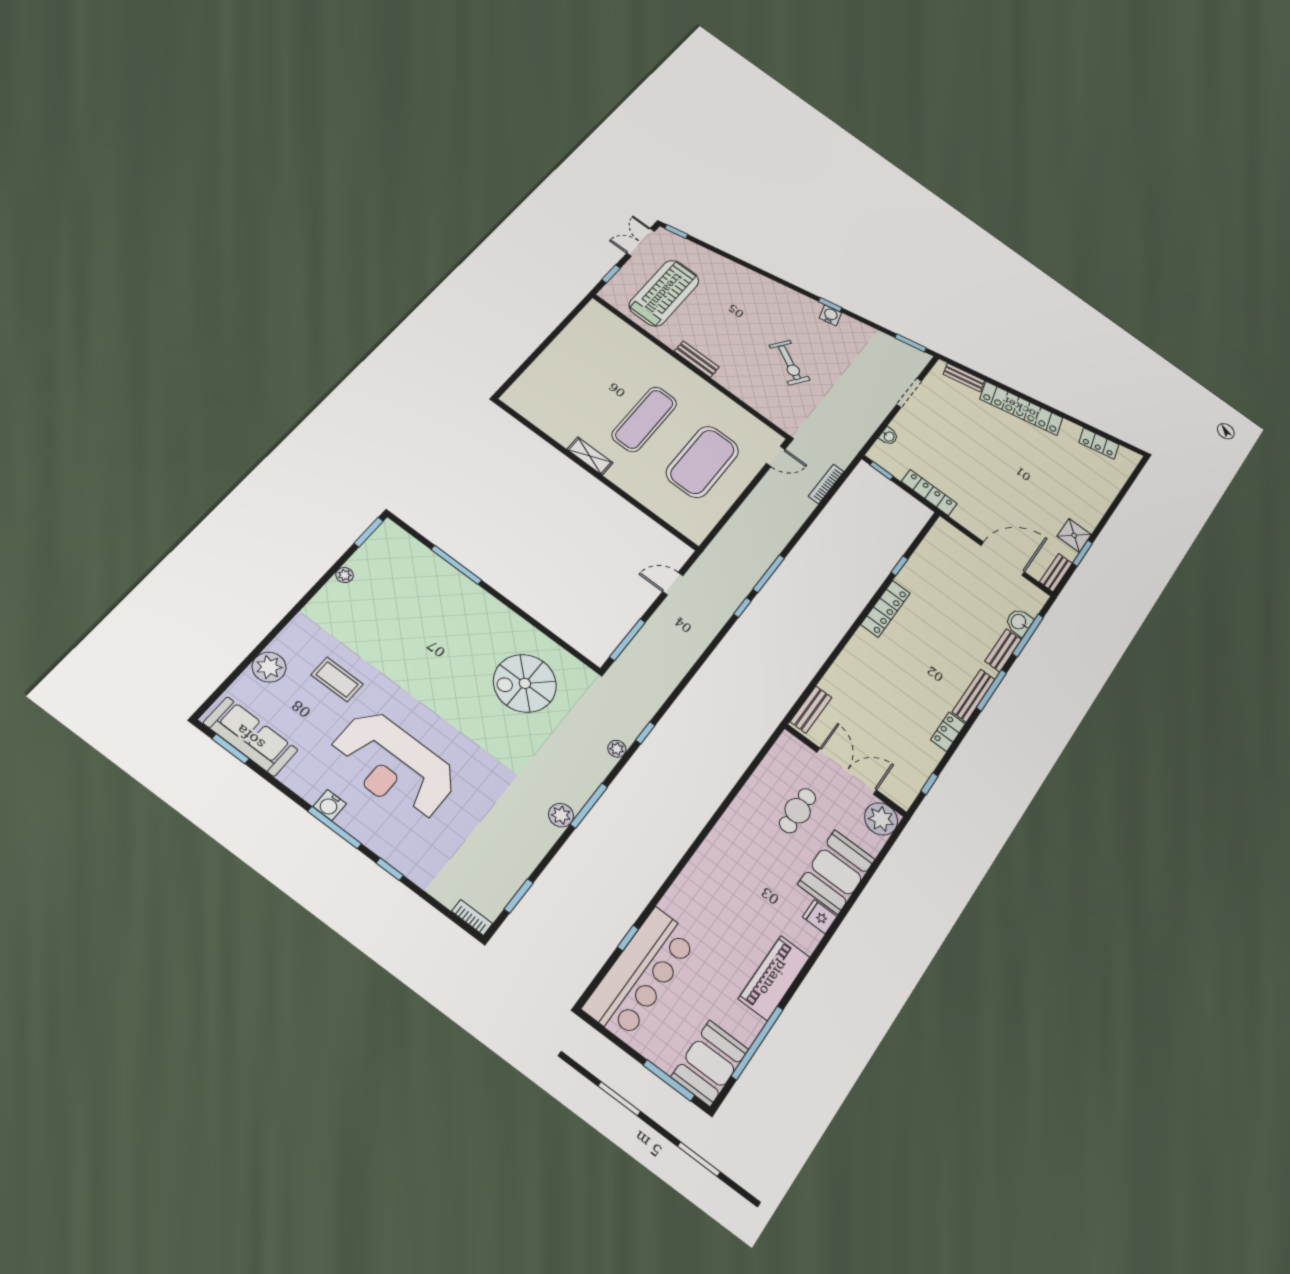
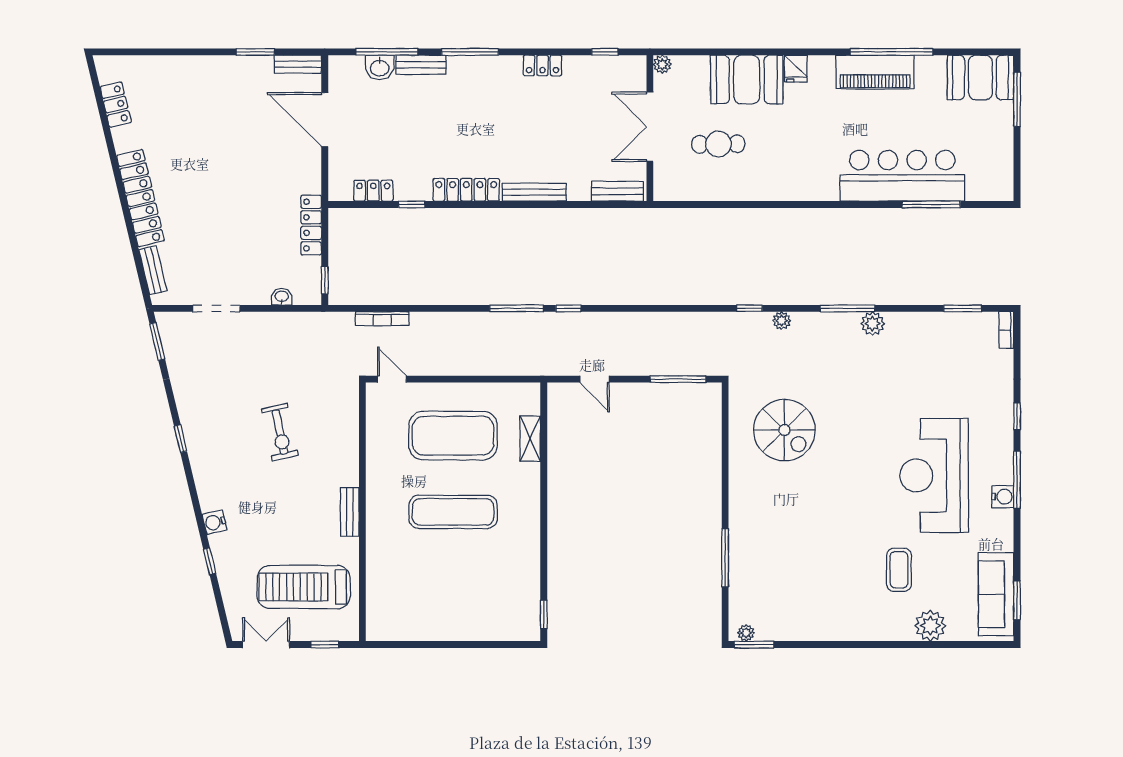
window: (676, 231) -> (210, 561), moved
double door: (641, 242) -> (266, 645), swing flipped
water cooler: (830, 315) -> (215, 522), moved
exercise bike: (789, 363) -> (280, 432), turned 136
window: (517, 416) -> (544, 614), added
shelving: (590, 456) -> (530, 439), moved
shower: (1074, 535) -> (242, 70), removed
locker: (927, 549) -> (373, 191), added
plant: (345, 575) -> (746, 633), moved
bench: (974, 696) -> (534, 192), moved
reception desk: (394, 765) -> (934, 476), turned 180
plant: (881, 819) -> (662, 64), width x0.53, depth x0.53
window: (628, 938) -> (931, 204), width x2.17
bar counter: (641, 973) -> (902, 176), moved
window: (757, 1043) -> (891, 52), moved

